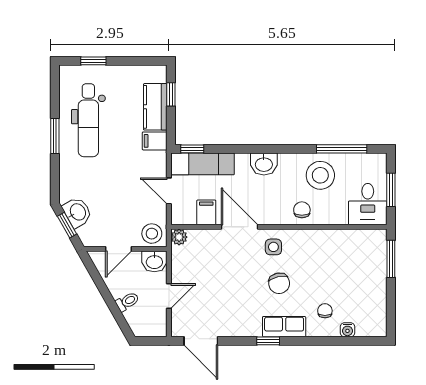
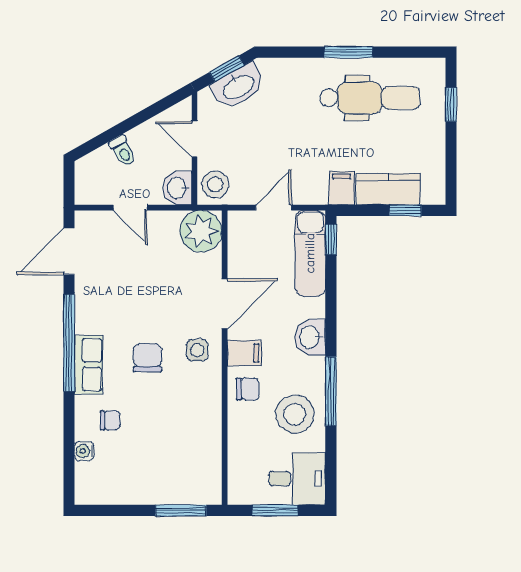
dental chair: (88, 120) -> (370, 98), turned 180
window: (342, 149) -> (331, 391), moved
desk: (368, 204) -> (297, 479), moved, turned 180
washbasin: (77, 212) -> (238, 86), width x1.38
filing cabinet: (206, 212) -> (244, 353), moved
plant: (179, 237) -> (201, 231), width x1.88, depth x1.88
chair: (279, 283) -> (148, 358), turned 103
window: (268, 341) -> (69, 343), width x3.17

